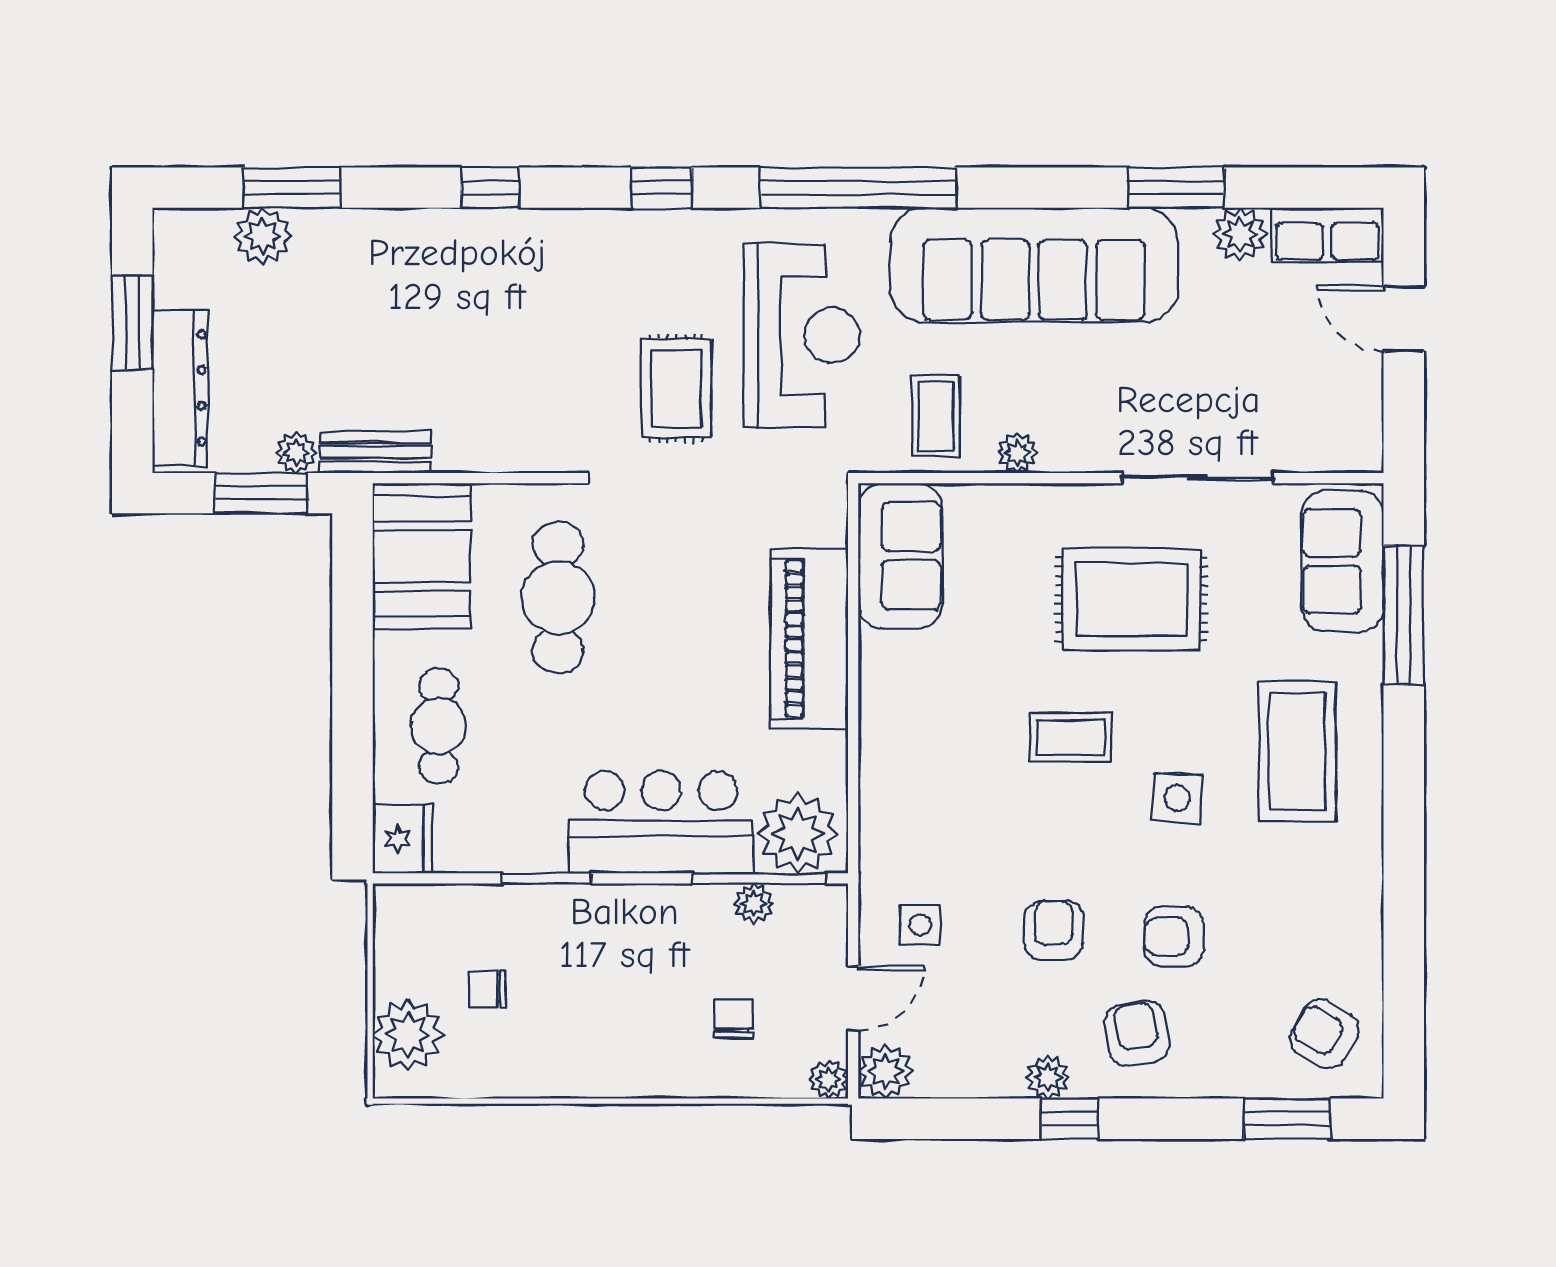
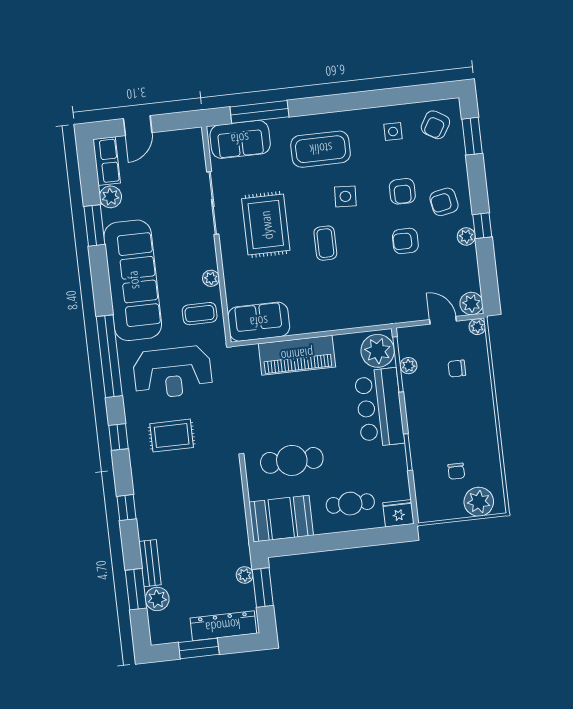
reception desk: (802, 335) -> (173, 372), turned 180
rug: (676, 388) -> (172, 436), moved
bench: (376, 452) -> (150, 563), moved
side table: (920, 925) -> (393, 132), moved

